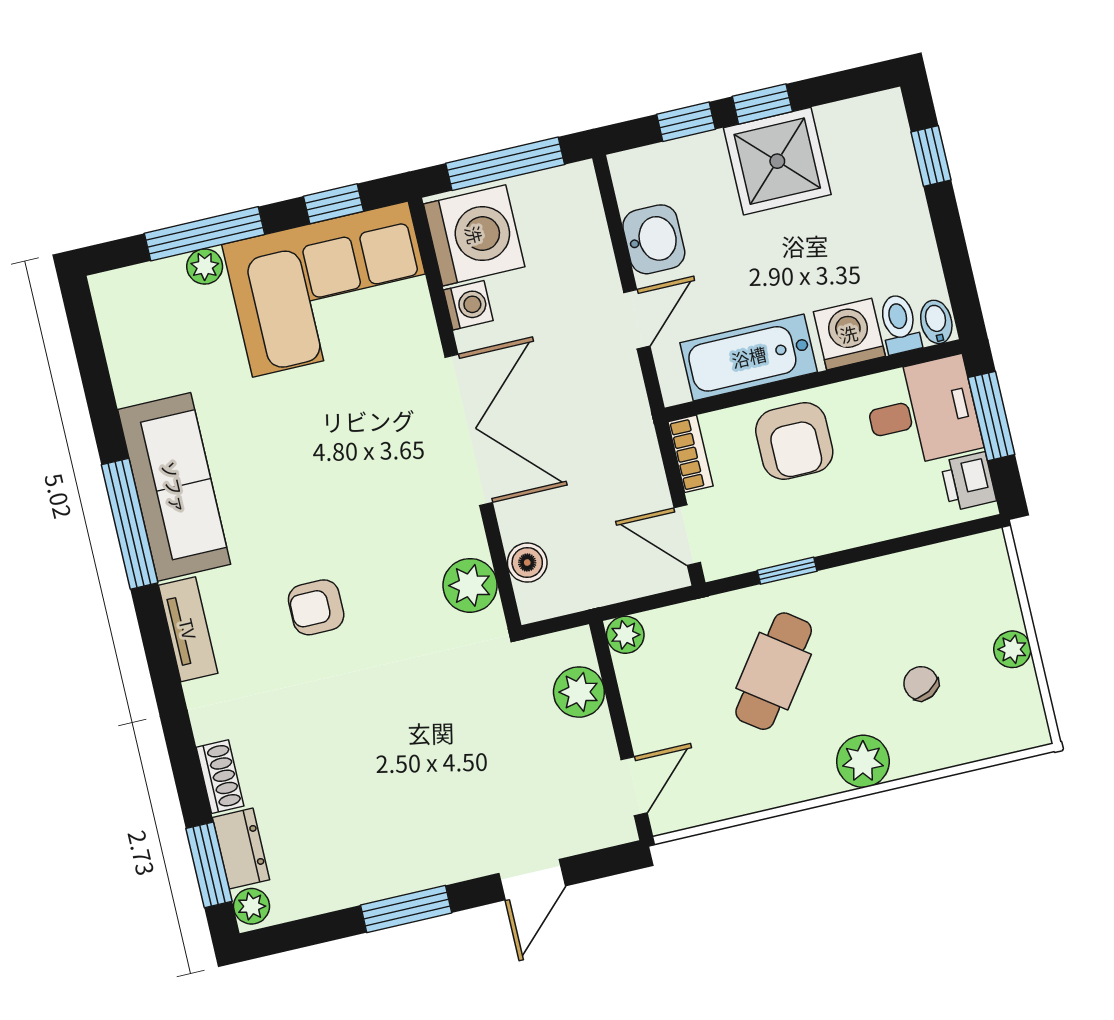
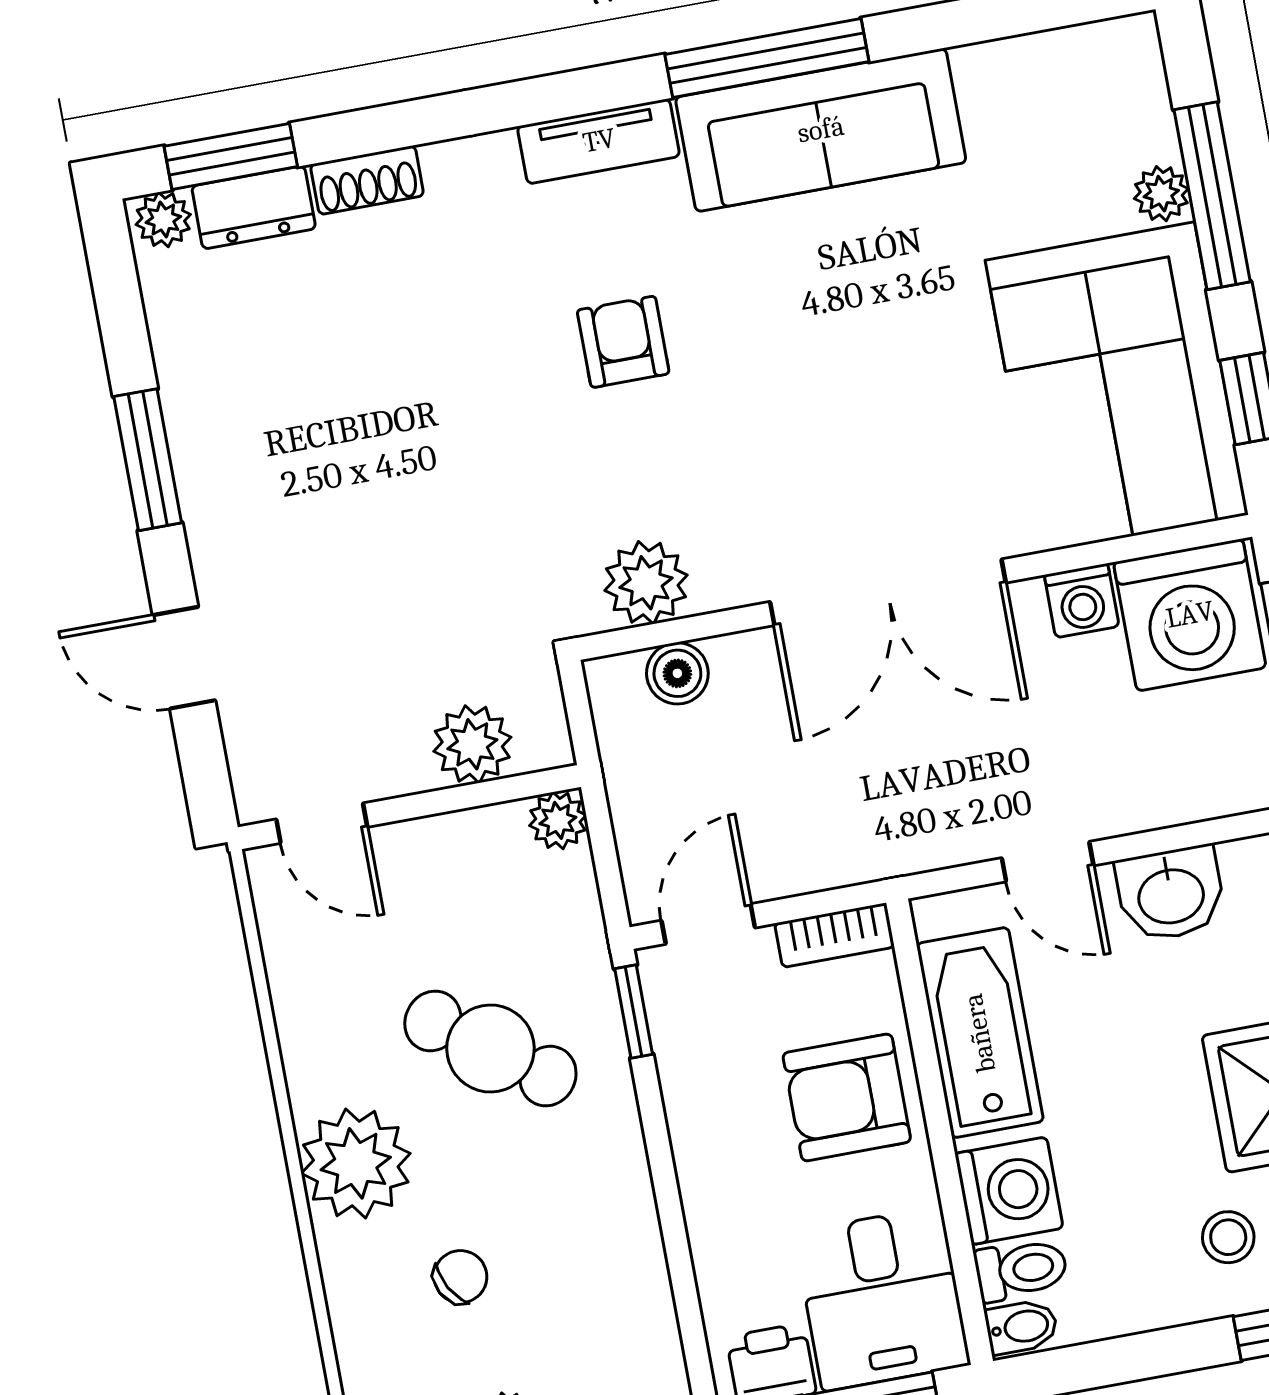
stool: (872, 192) -> (1228, 1237), added
window: (787, 571) -> (634, 1012), moved
plant: (863, 761) -> (356, 1163), width x1.36, depth x1.36

